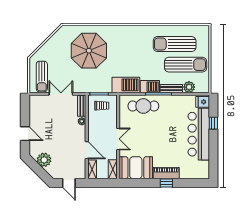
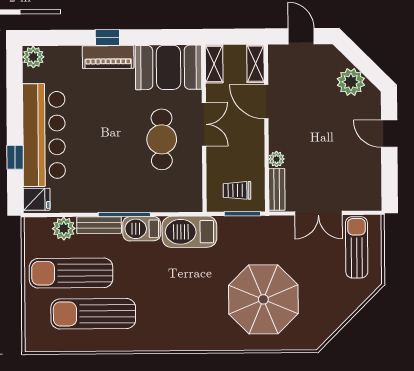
sun lounger: (175, 44) -> (93, 314), turned 180
cafe table: (143, 106) -> (162, 139), moved, turned 90
double door: (118, 139) -> (204, 124), swing flipped
plant: (204, 173) -> (33, 57), added

